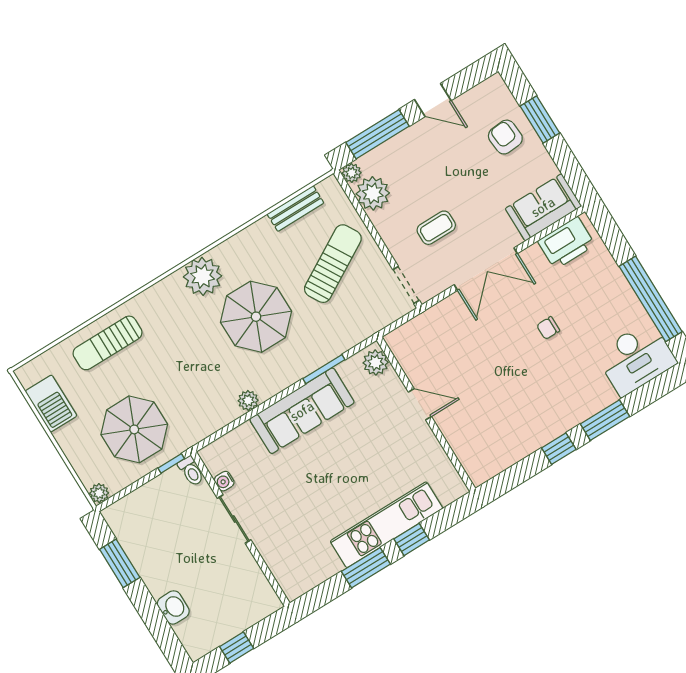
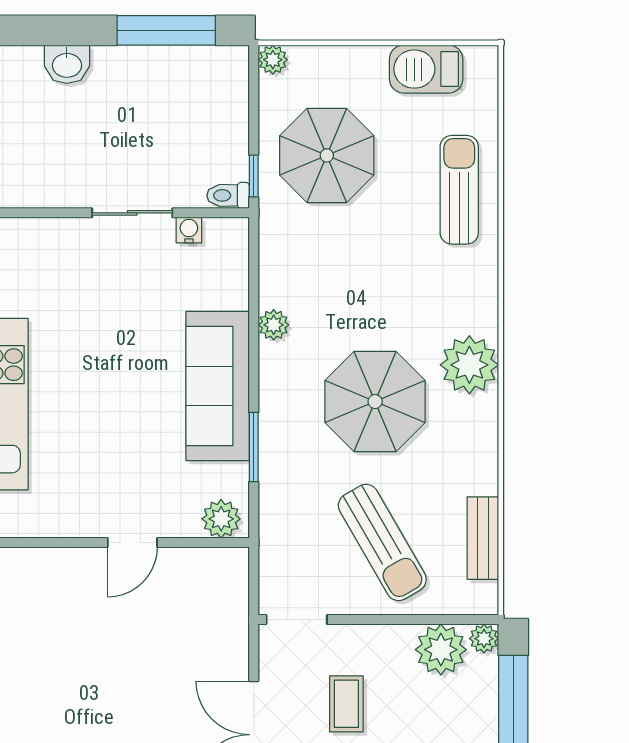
window: (120, 563) -> (166, 30), width x1.44

